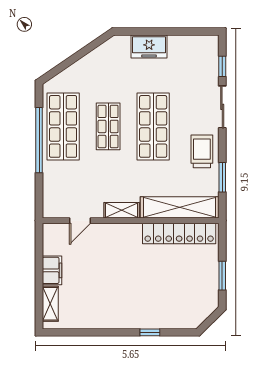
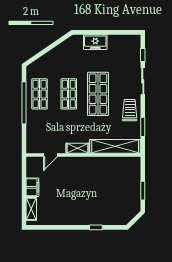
shop shelf: (63, 126) -> (40, 94), width x0.70, depth x0.74
locker: (179, 233) -> (115, 163), removed

